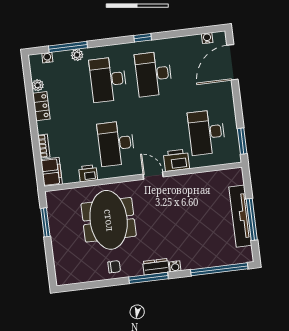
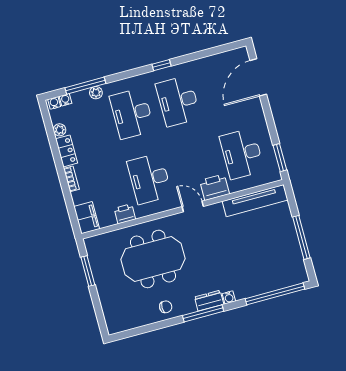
water cooler: (207, 38) -> (54, 103), moved
bookcase: (44, 146) -> (71, 179), moved
tv unit: (240, 216) -> (255, 201), moved, turned -90
meeting table: (109, 220) -> (153, 259), turned 90

